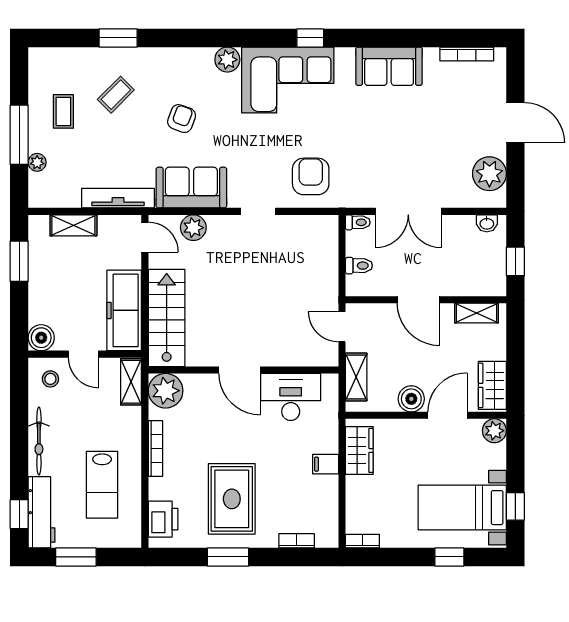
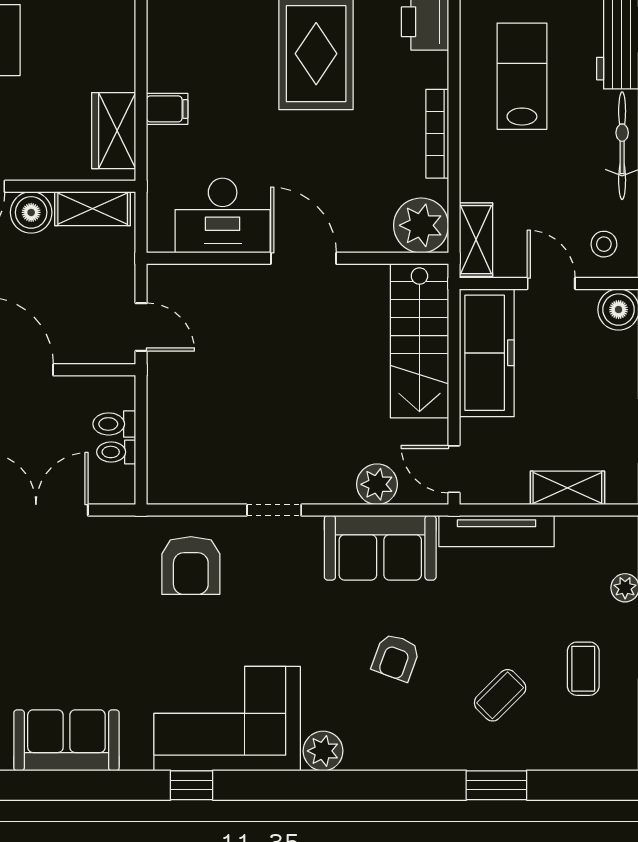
toilet: (358, 222) -> (116, 452), moved
shelving: (356, 377) -> (93, 209), moved, turned 90

